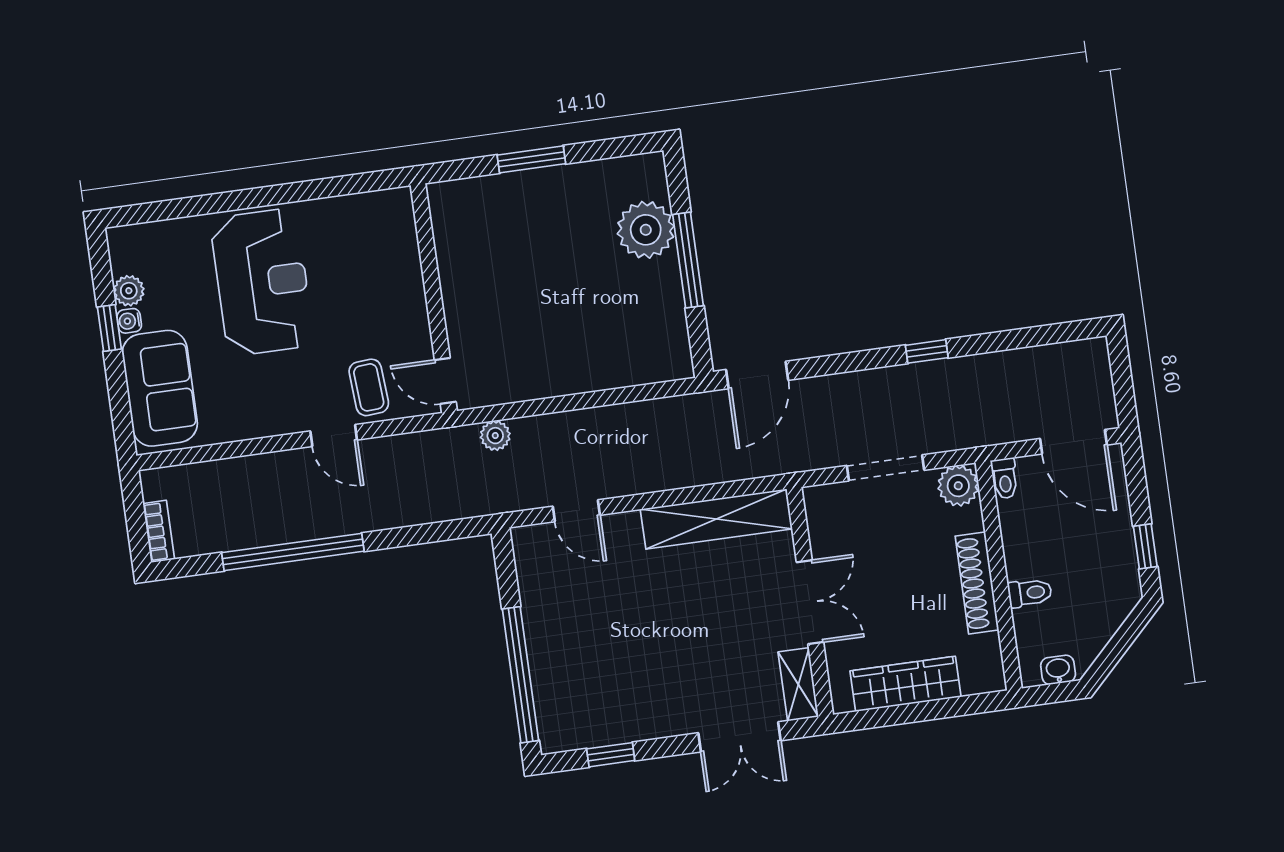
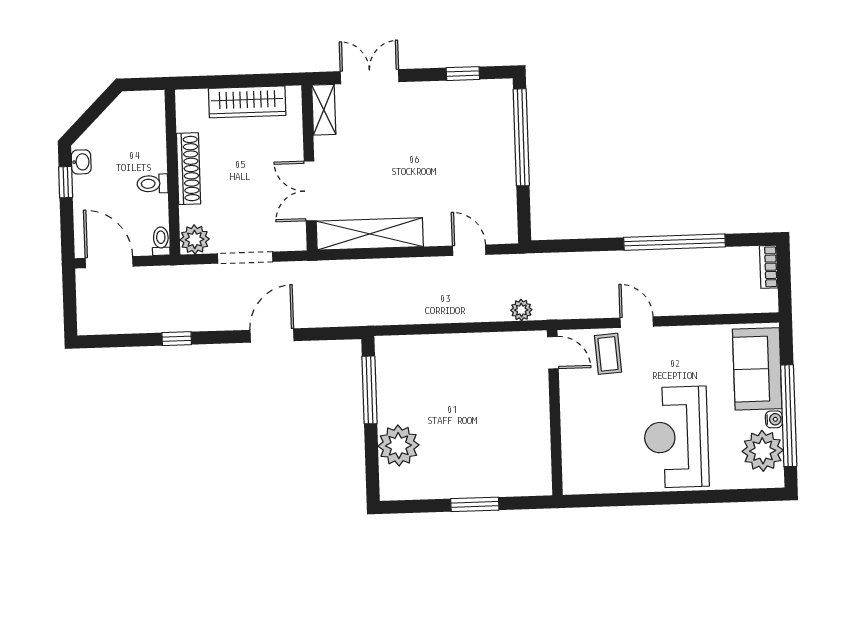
window: (688, 260) -> (370, 390), moved
plant: (129, 291) -> (763, 451), width x1.88, depth x1.88
window: (109, 328) -> (789, 416), width x3.17
window: (927, 351) -> (177, 339), moved
door: (757, 375) -> (272, 336), moved
toilet: (1030, 593) -> (152, 184), moved
double door: (810, 602) -> (310, 191), moved
washbasin: (1058, 670) -> (81, 162), moved, turned -90

